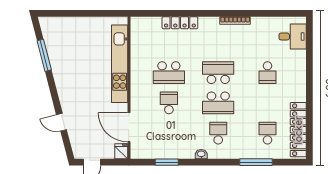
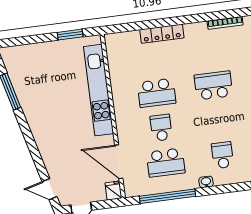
window: (102, 13) -> (70, 35), added
school desk: (218, 103) -> (166, 163), moved
door: (61, 122) -> (49, 189), moved
window: (167, 162) -> (167, 196), width x2.11

